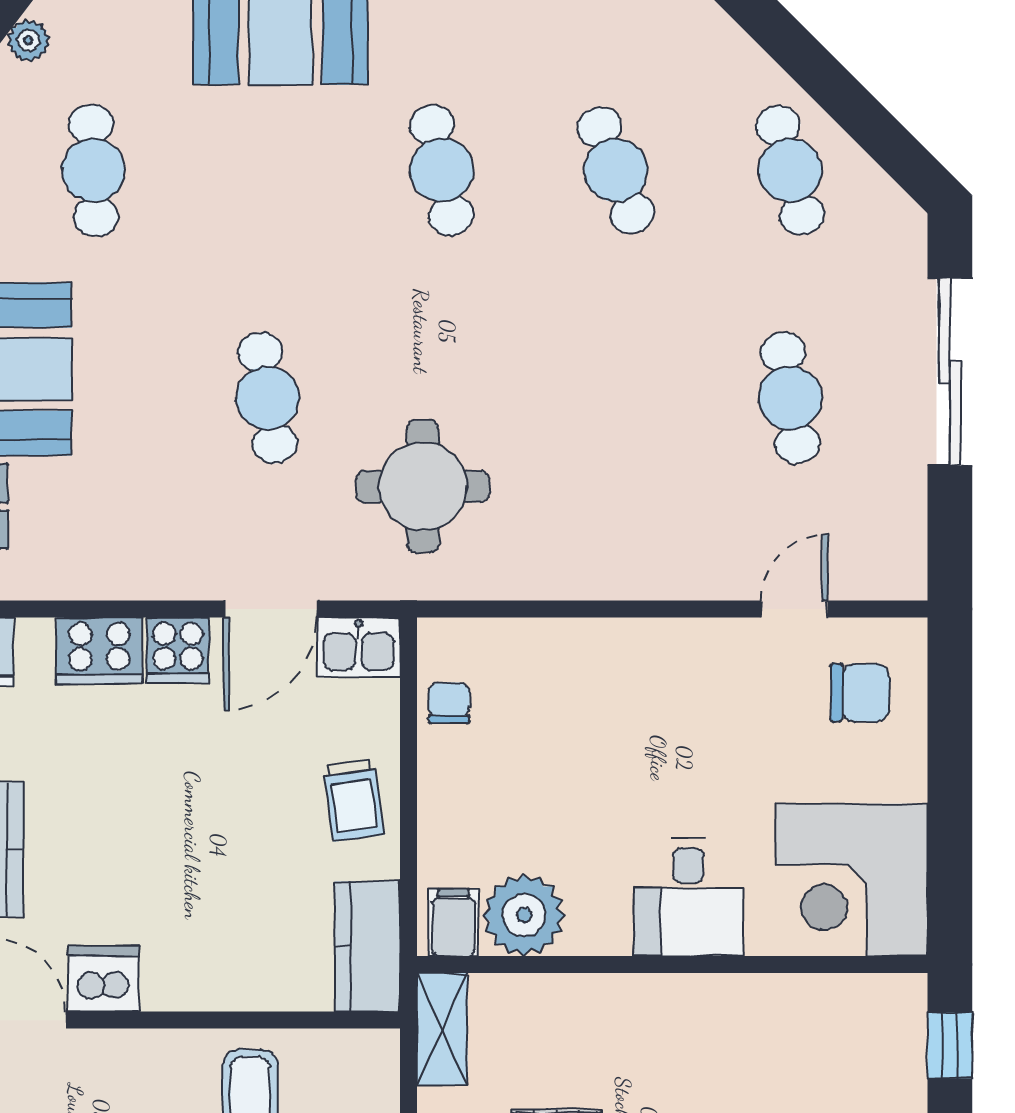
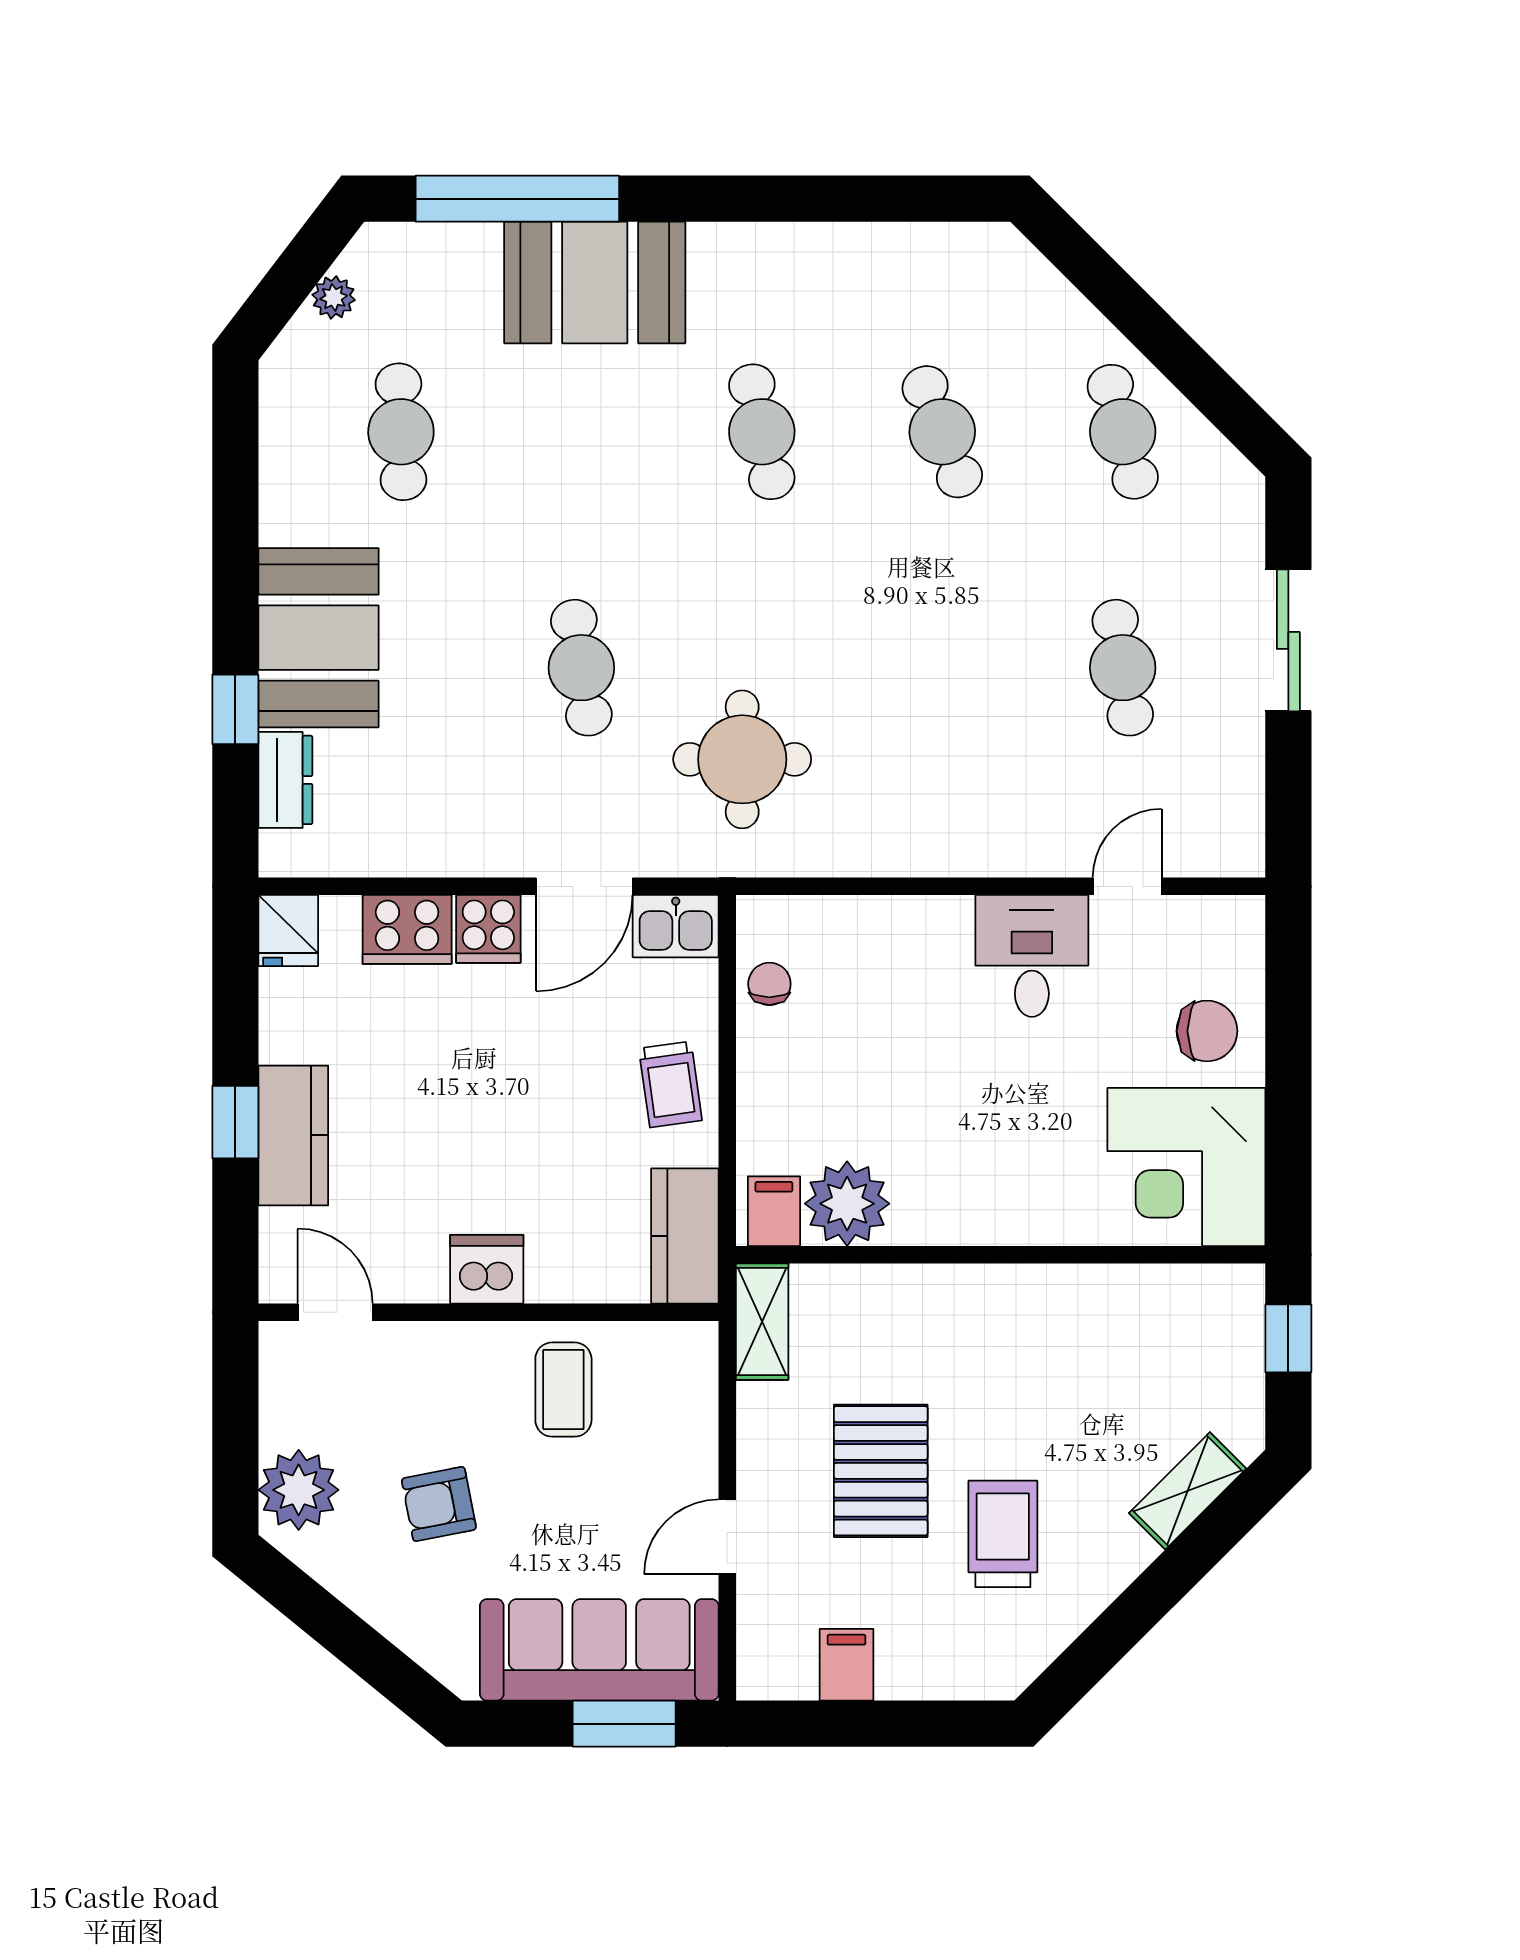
sliding door: (950, 372) -> (1288, 640), width x0.73
chair: (860, 693) -> (1207, 1031), moved
desk: (688, 897) -> (1032, 956), moved, turned 180
dishwasher: (104, 979) -> (487, 1269), moved

